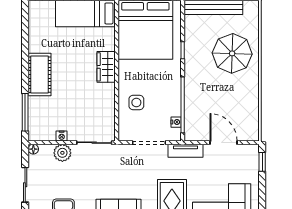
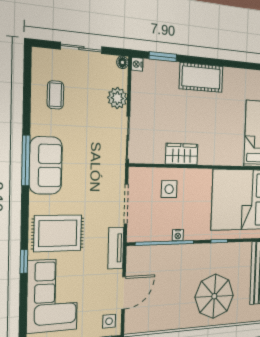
wardrobe: (106, 67) -> (182, 154), moved
window: (25, 112) -> (163, 57), width x0.69
nightstand: (176, 122) -> (178, 235), moved
nightstand: (62, 136) -> (137, 64), moved
side table: (246, 155) -> (109, 321), added

